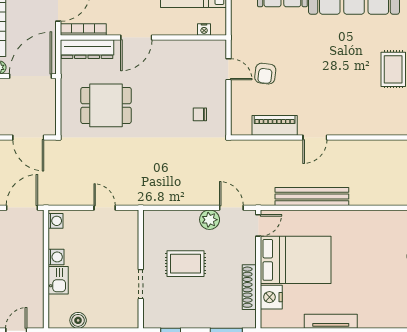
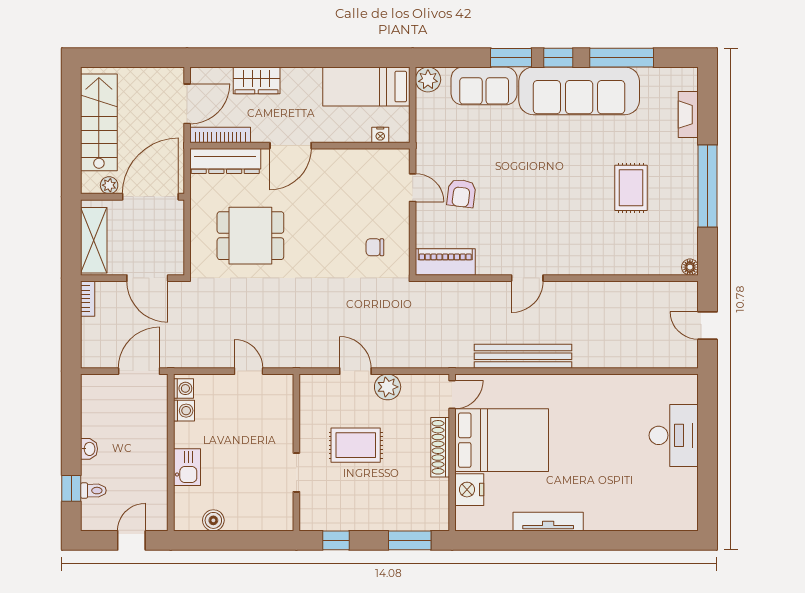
piano: (275, 125) -> (445, 262), moved
door: (231, 208) -> (355, 371), moved
washing machine: (56, 257) -> (184, 411), moved
shoe rack: (249, 287) -> (440, 447), moved

